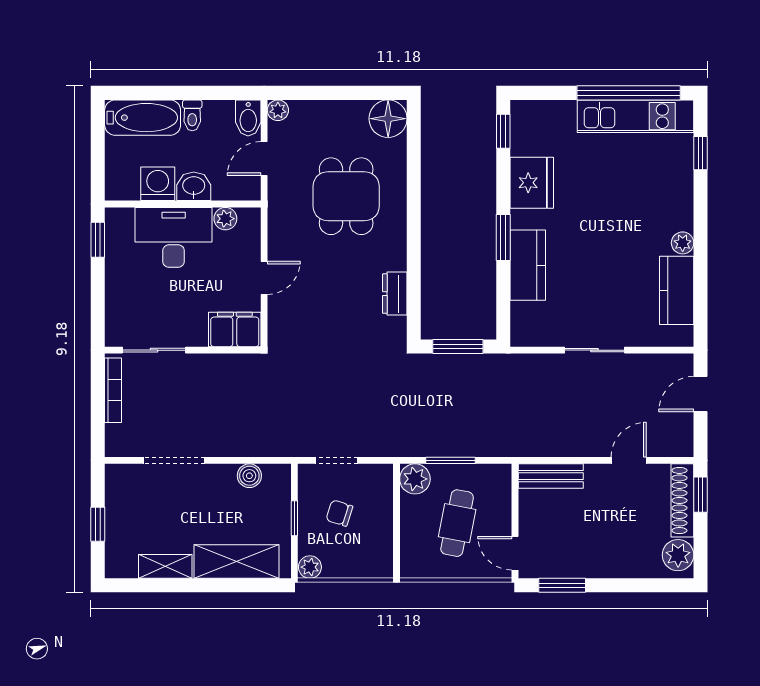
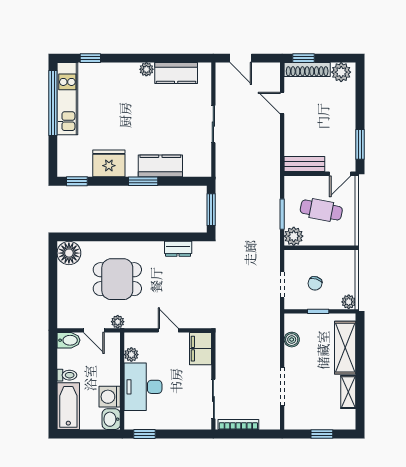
plant: (278, 110) -> (118, 322), moved
washbasin: (194, 186) -> (111, 419), moved
bench: (551, 476) -> (304, 164), moved, turned 90

